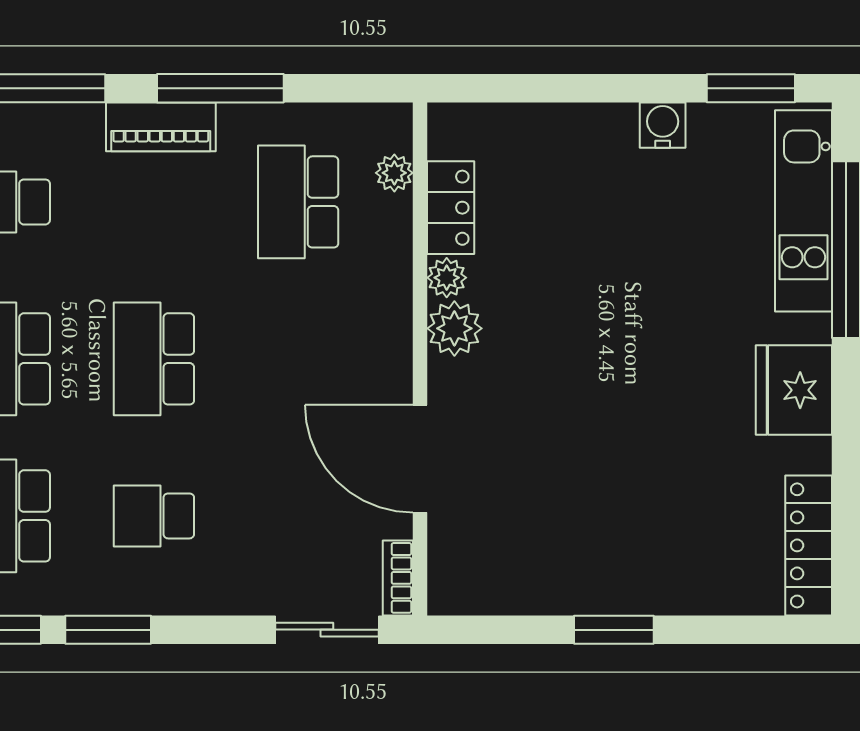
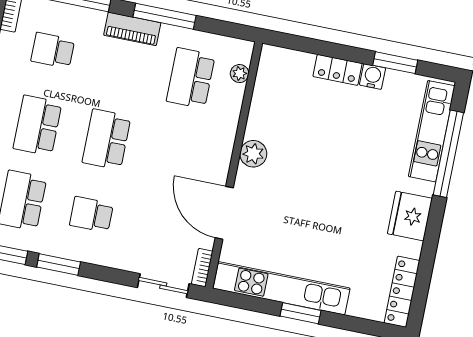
window: (751, 88) -> (395, 63), moved
locker: (451, 208) -> (338, 70), moved, turned 90
plant: (447, 278) -> (254, 129), removed
kitchen unit: (565, 587) -> (281, 288), added

